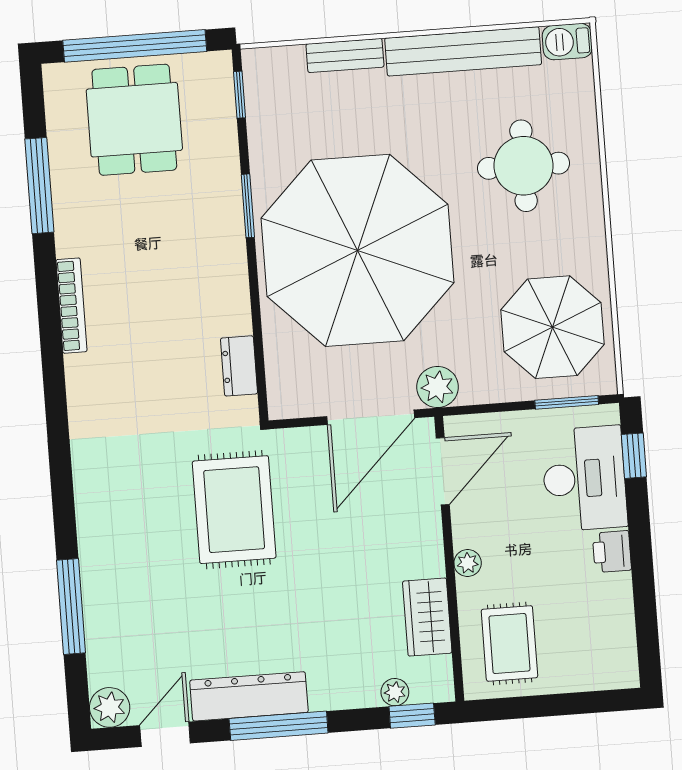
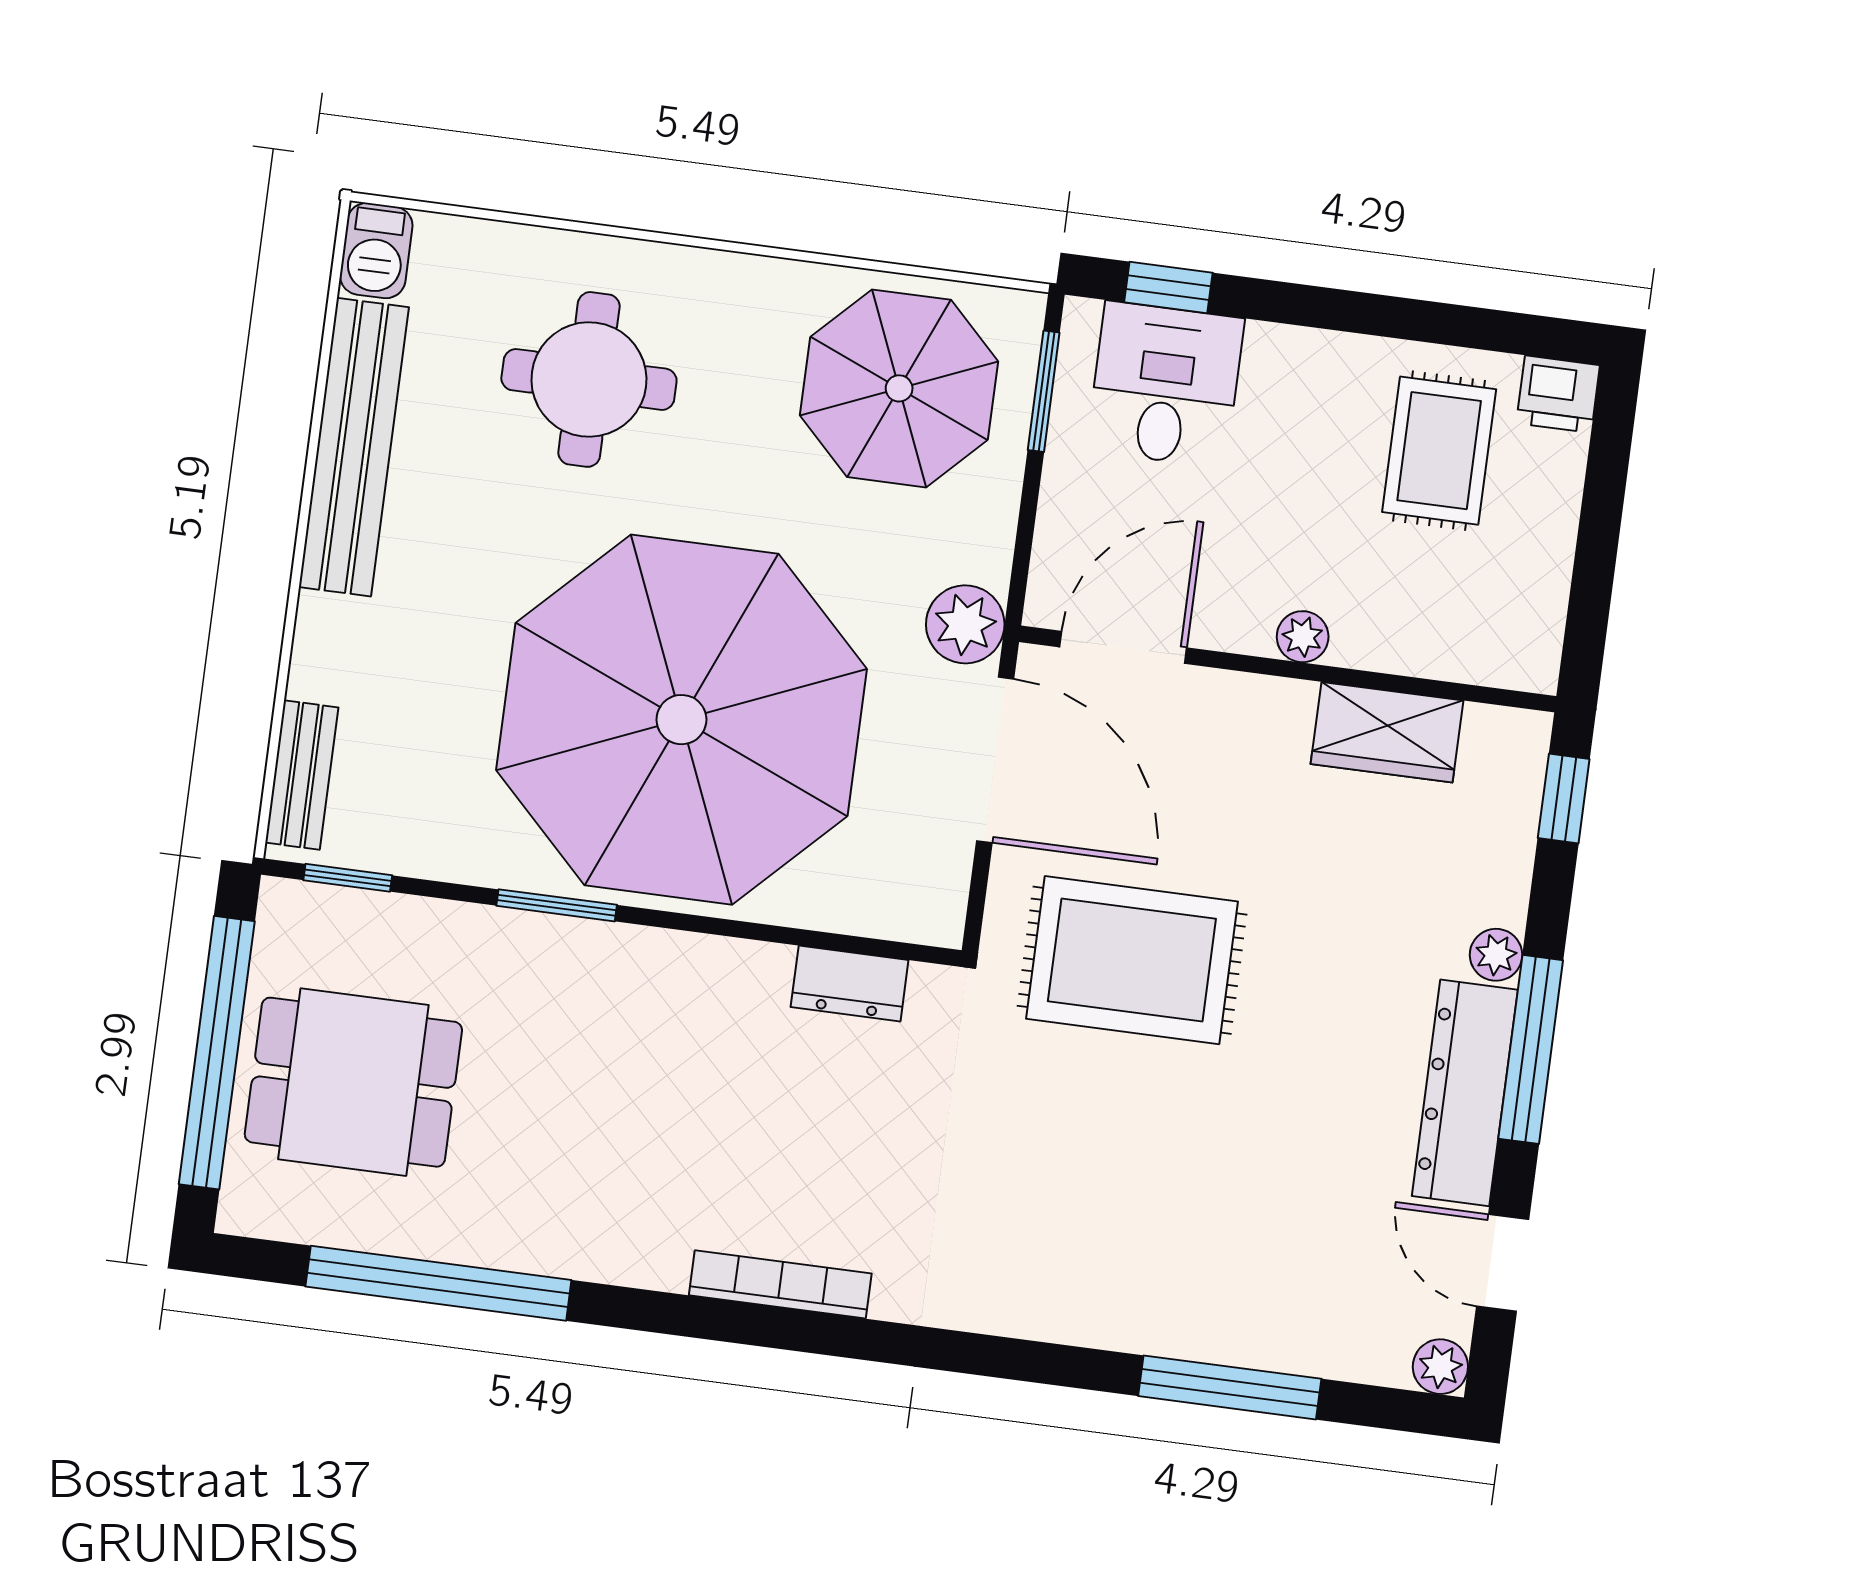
bench: (345, 55) -> (302, 775), moved
window: (39, 186) -> (438, 1283), width x1.46
bookcase: (71, 306) -> (780, 1284), moved
door: (443, 471) -> (1123, 647), hinge flipped
desk: (584, 478) -> (1165, 385), width x0.73
rug: (234, 510) -> (1132, 960), moved
printer: (612, 552) -> (1558, 394), moved
rug: (509, 643) -> (1439, 451), moved, turned 90
plant: (395, 692) -> (1496, 955), moved
plant: (110, 707) -> (1440, 1367), width x0.73, depth x0.73

